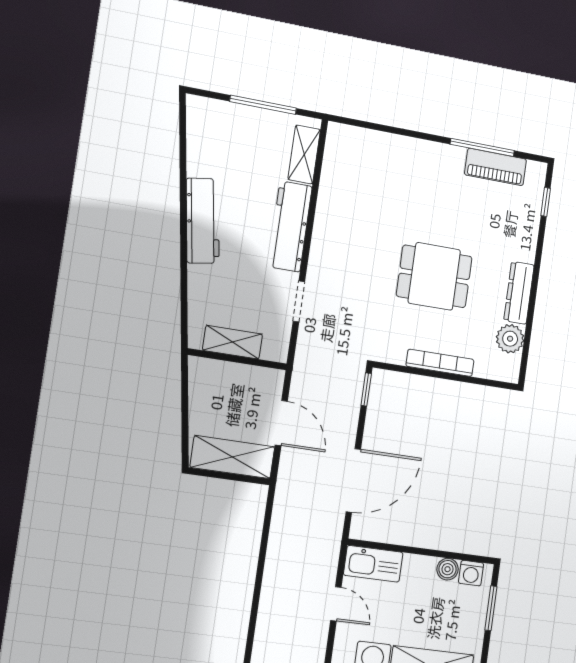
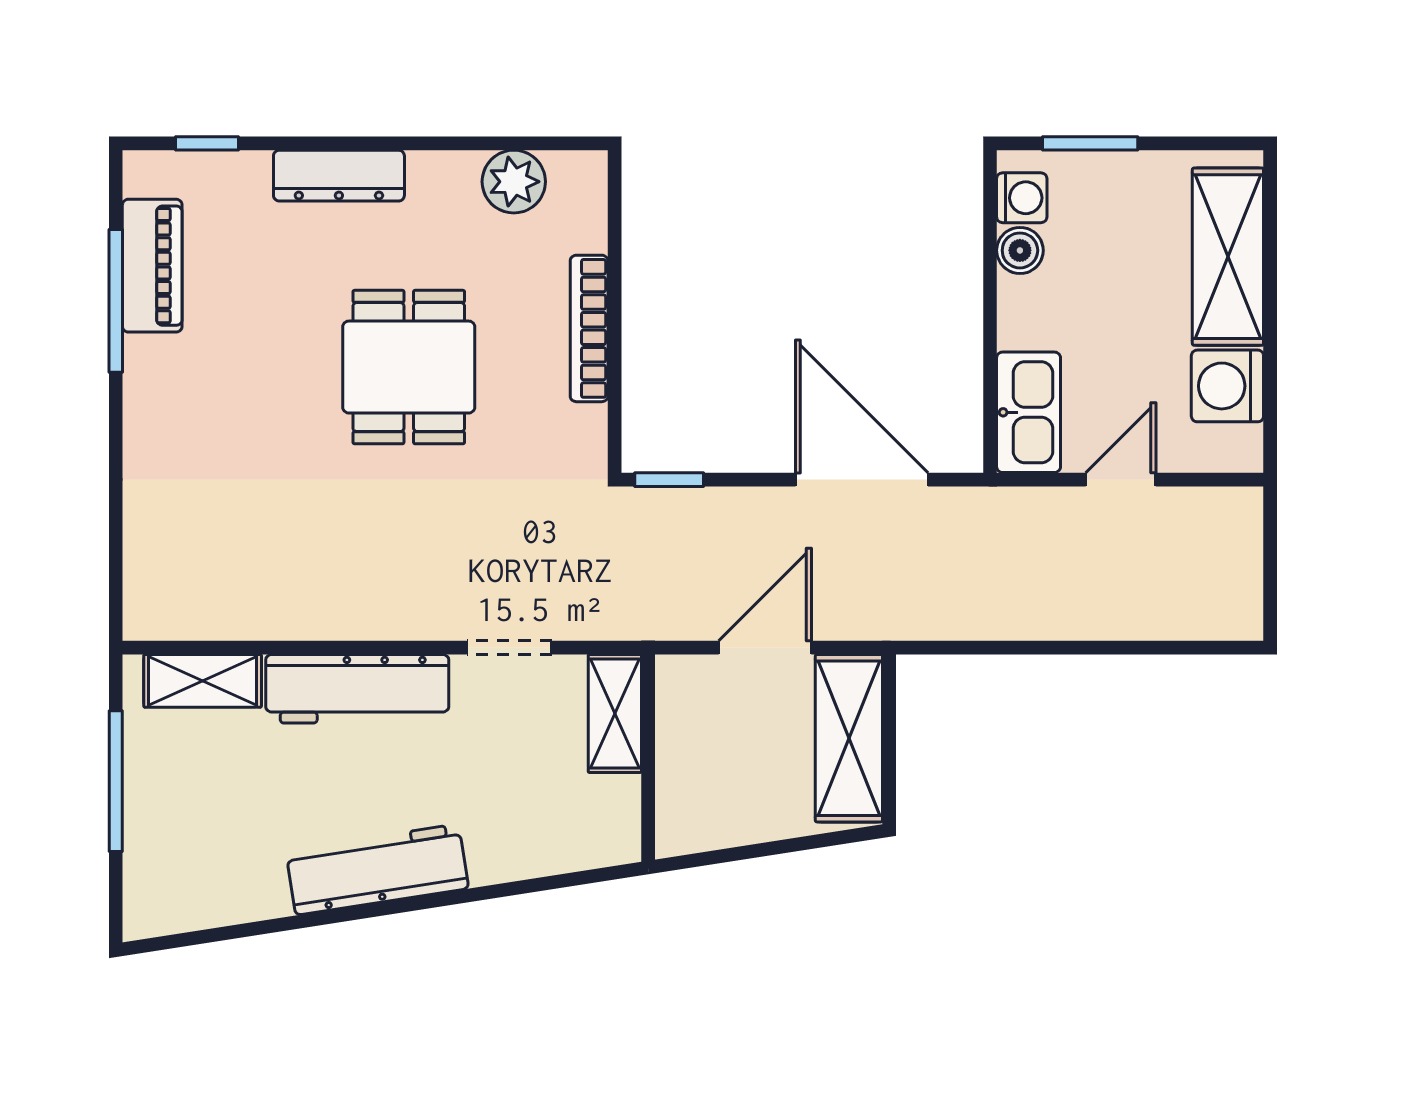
dresser: (519, 293) -> (339, 176), moved
shelving: (233, 342) -> (615, 713), moved

